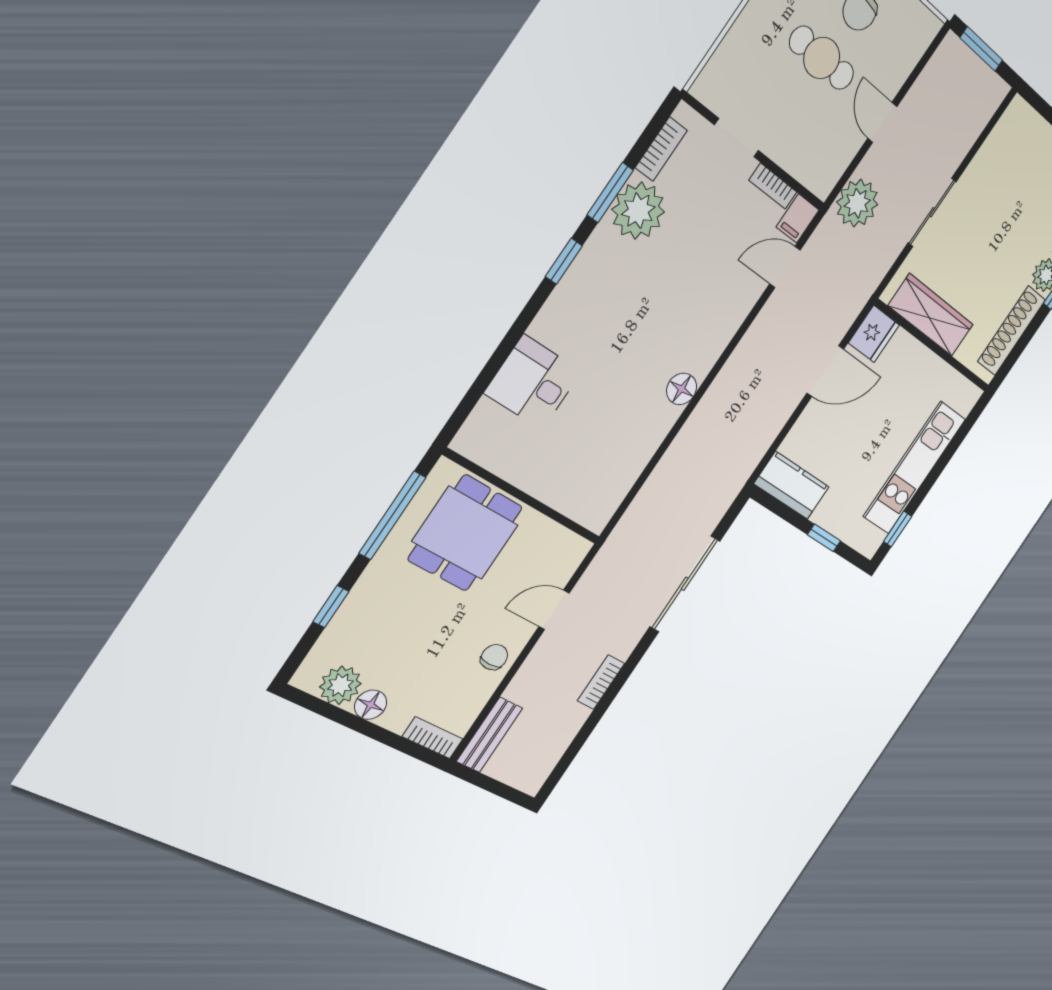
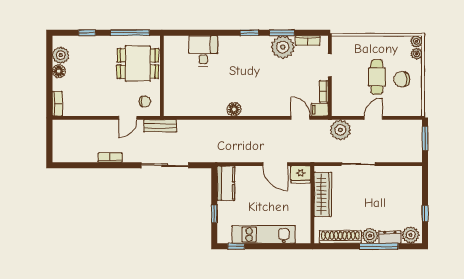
door: (554, 610) -> (128, 118), swing flipped
chair: (494, 657) -> (145, 101), moved
bench: (490, 735) -> (160, 126), moved

